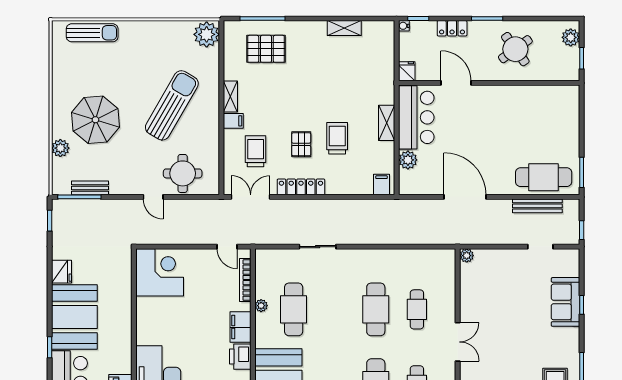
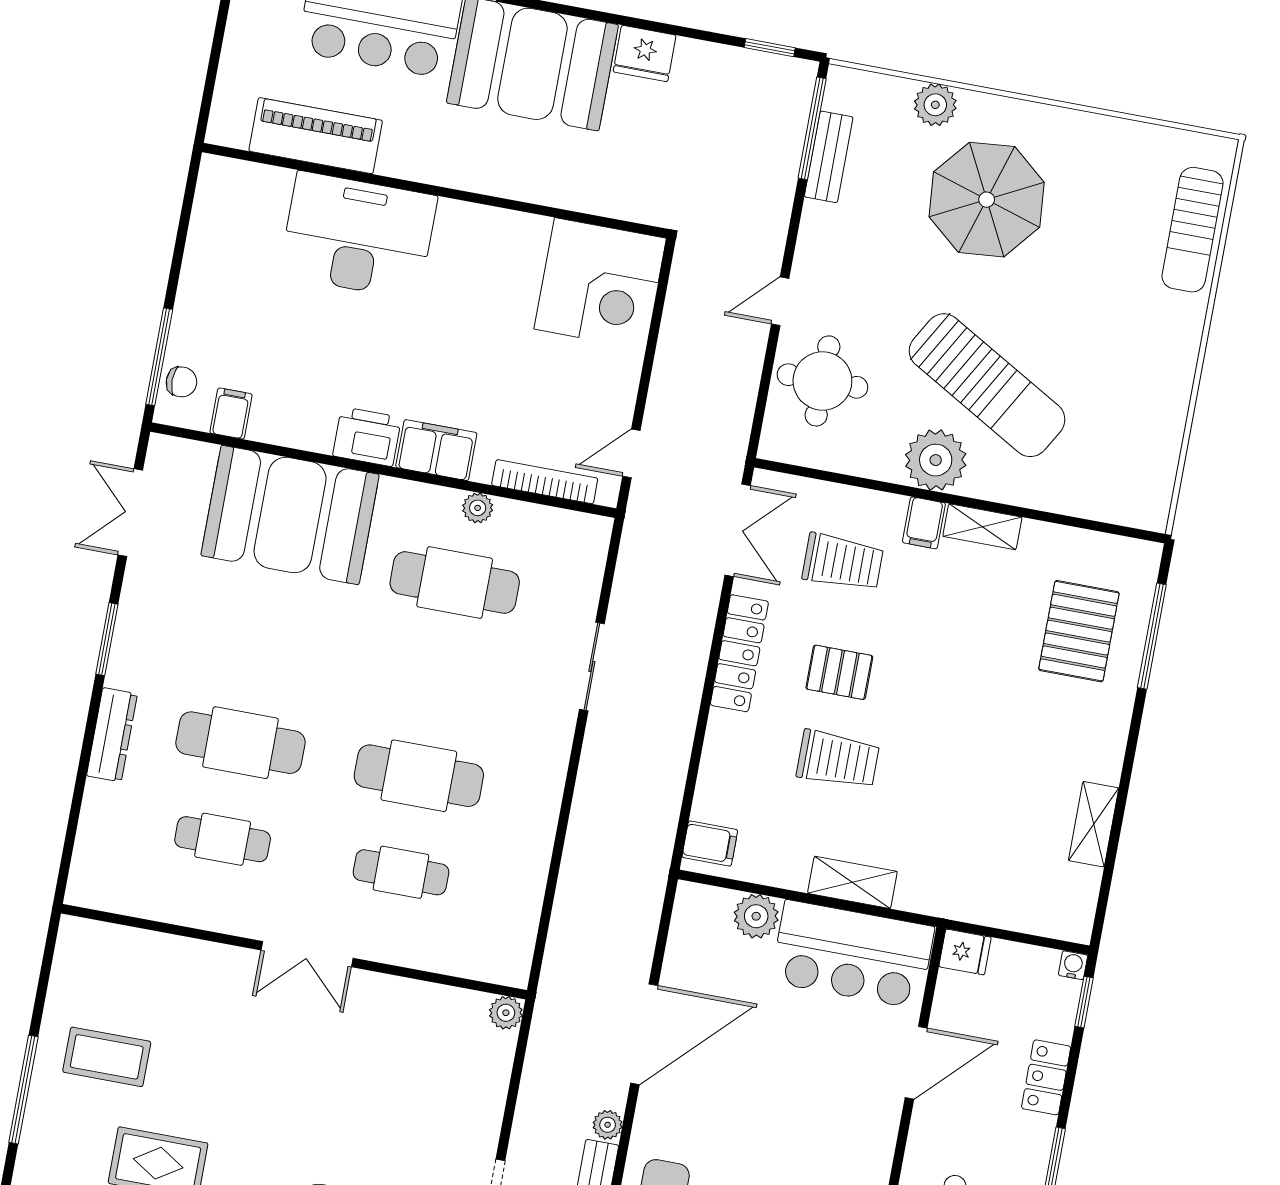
plant: (207, 34) -> (936, 460), moved
plant: (505, 205) -> (608, 1125), added

